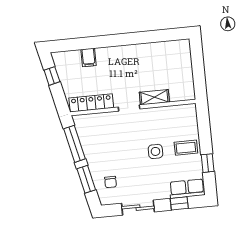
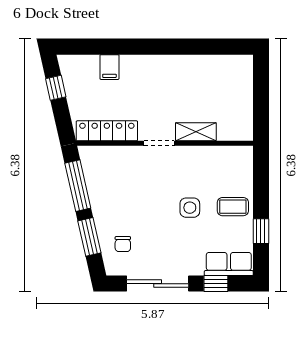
sliding door: (138, 208) -> (158, 284), width x1.37

